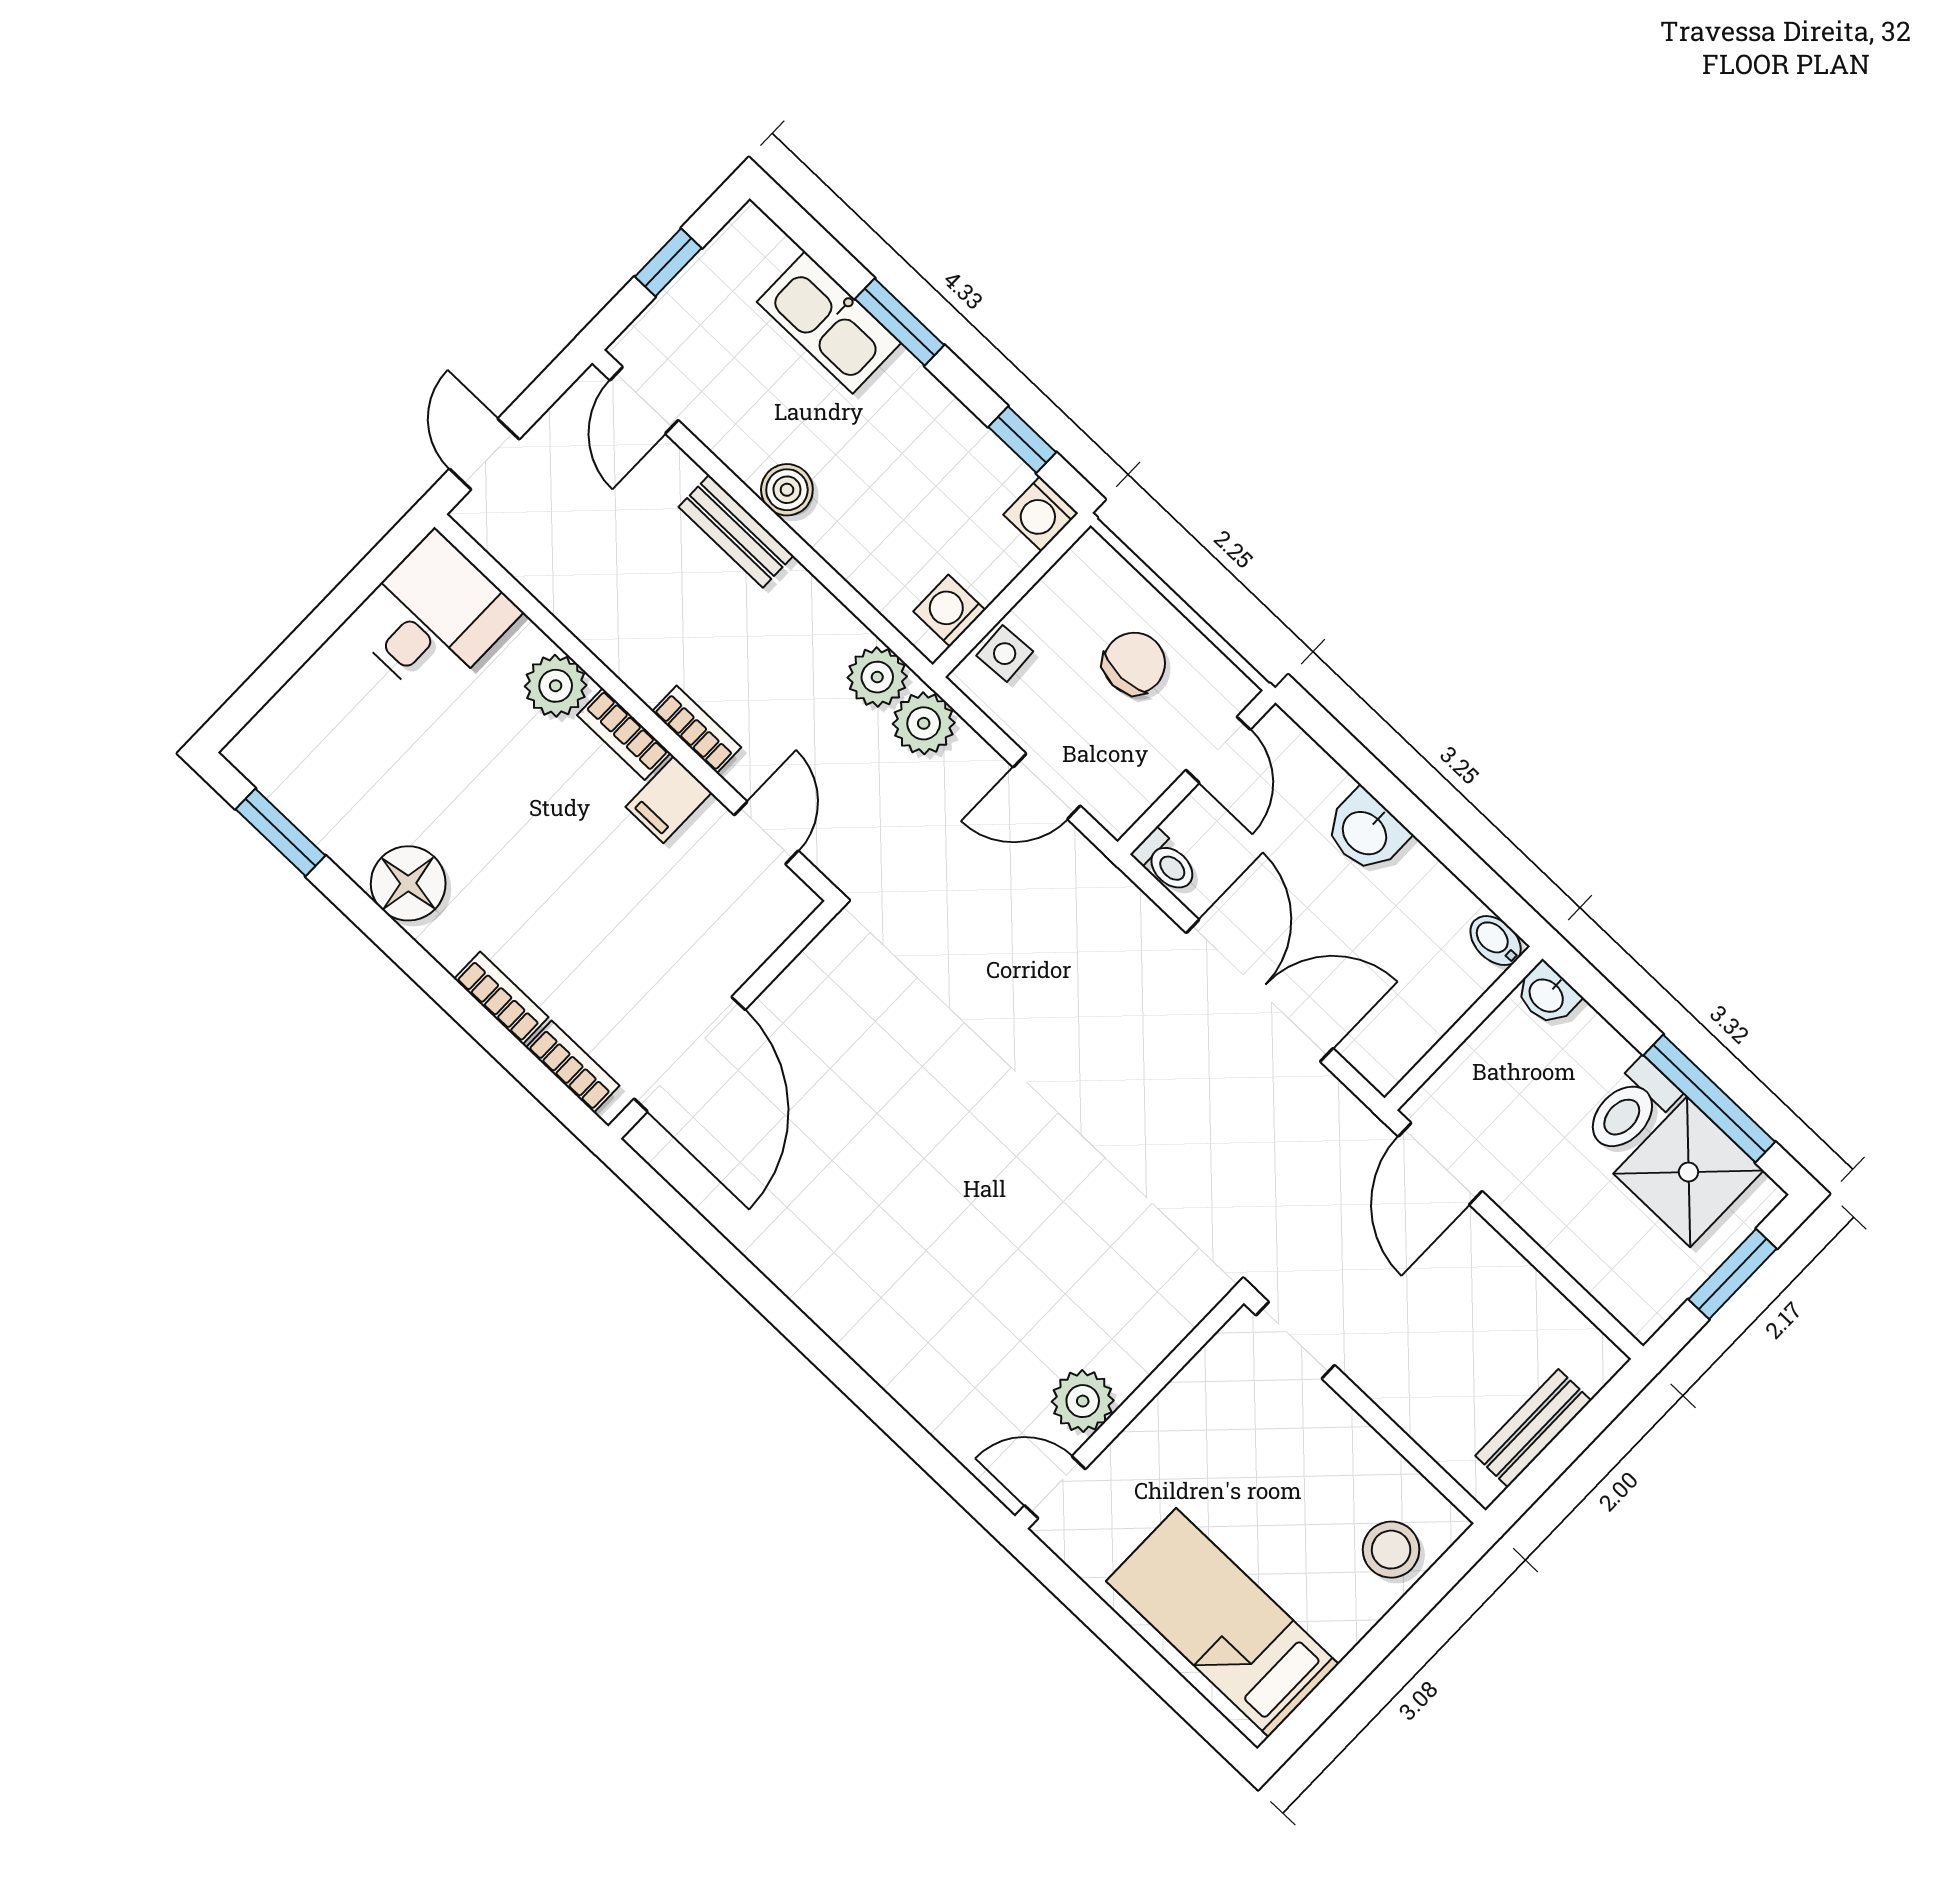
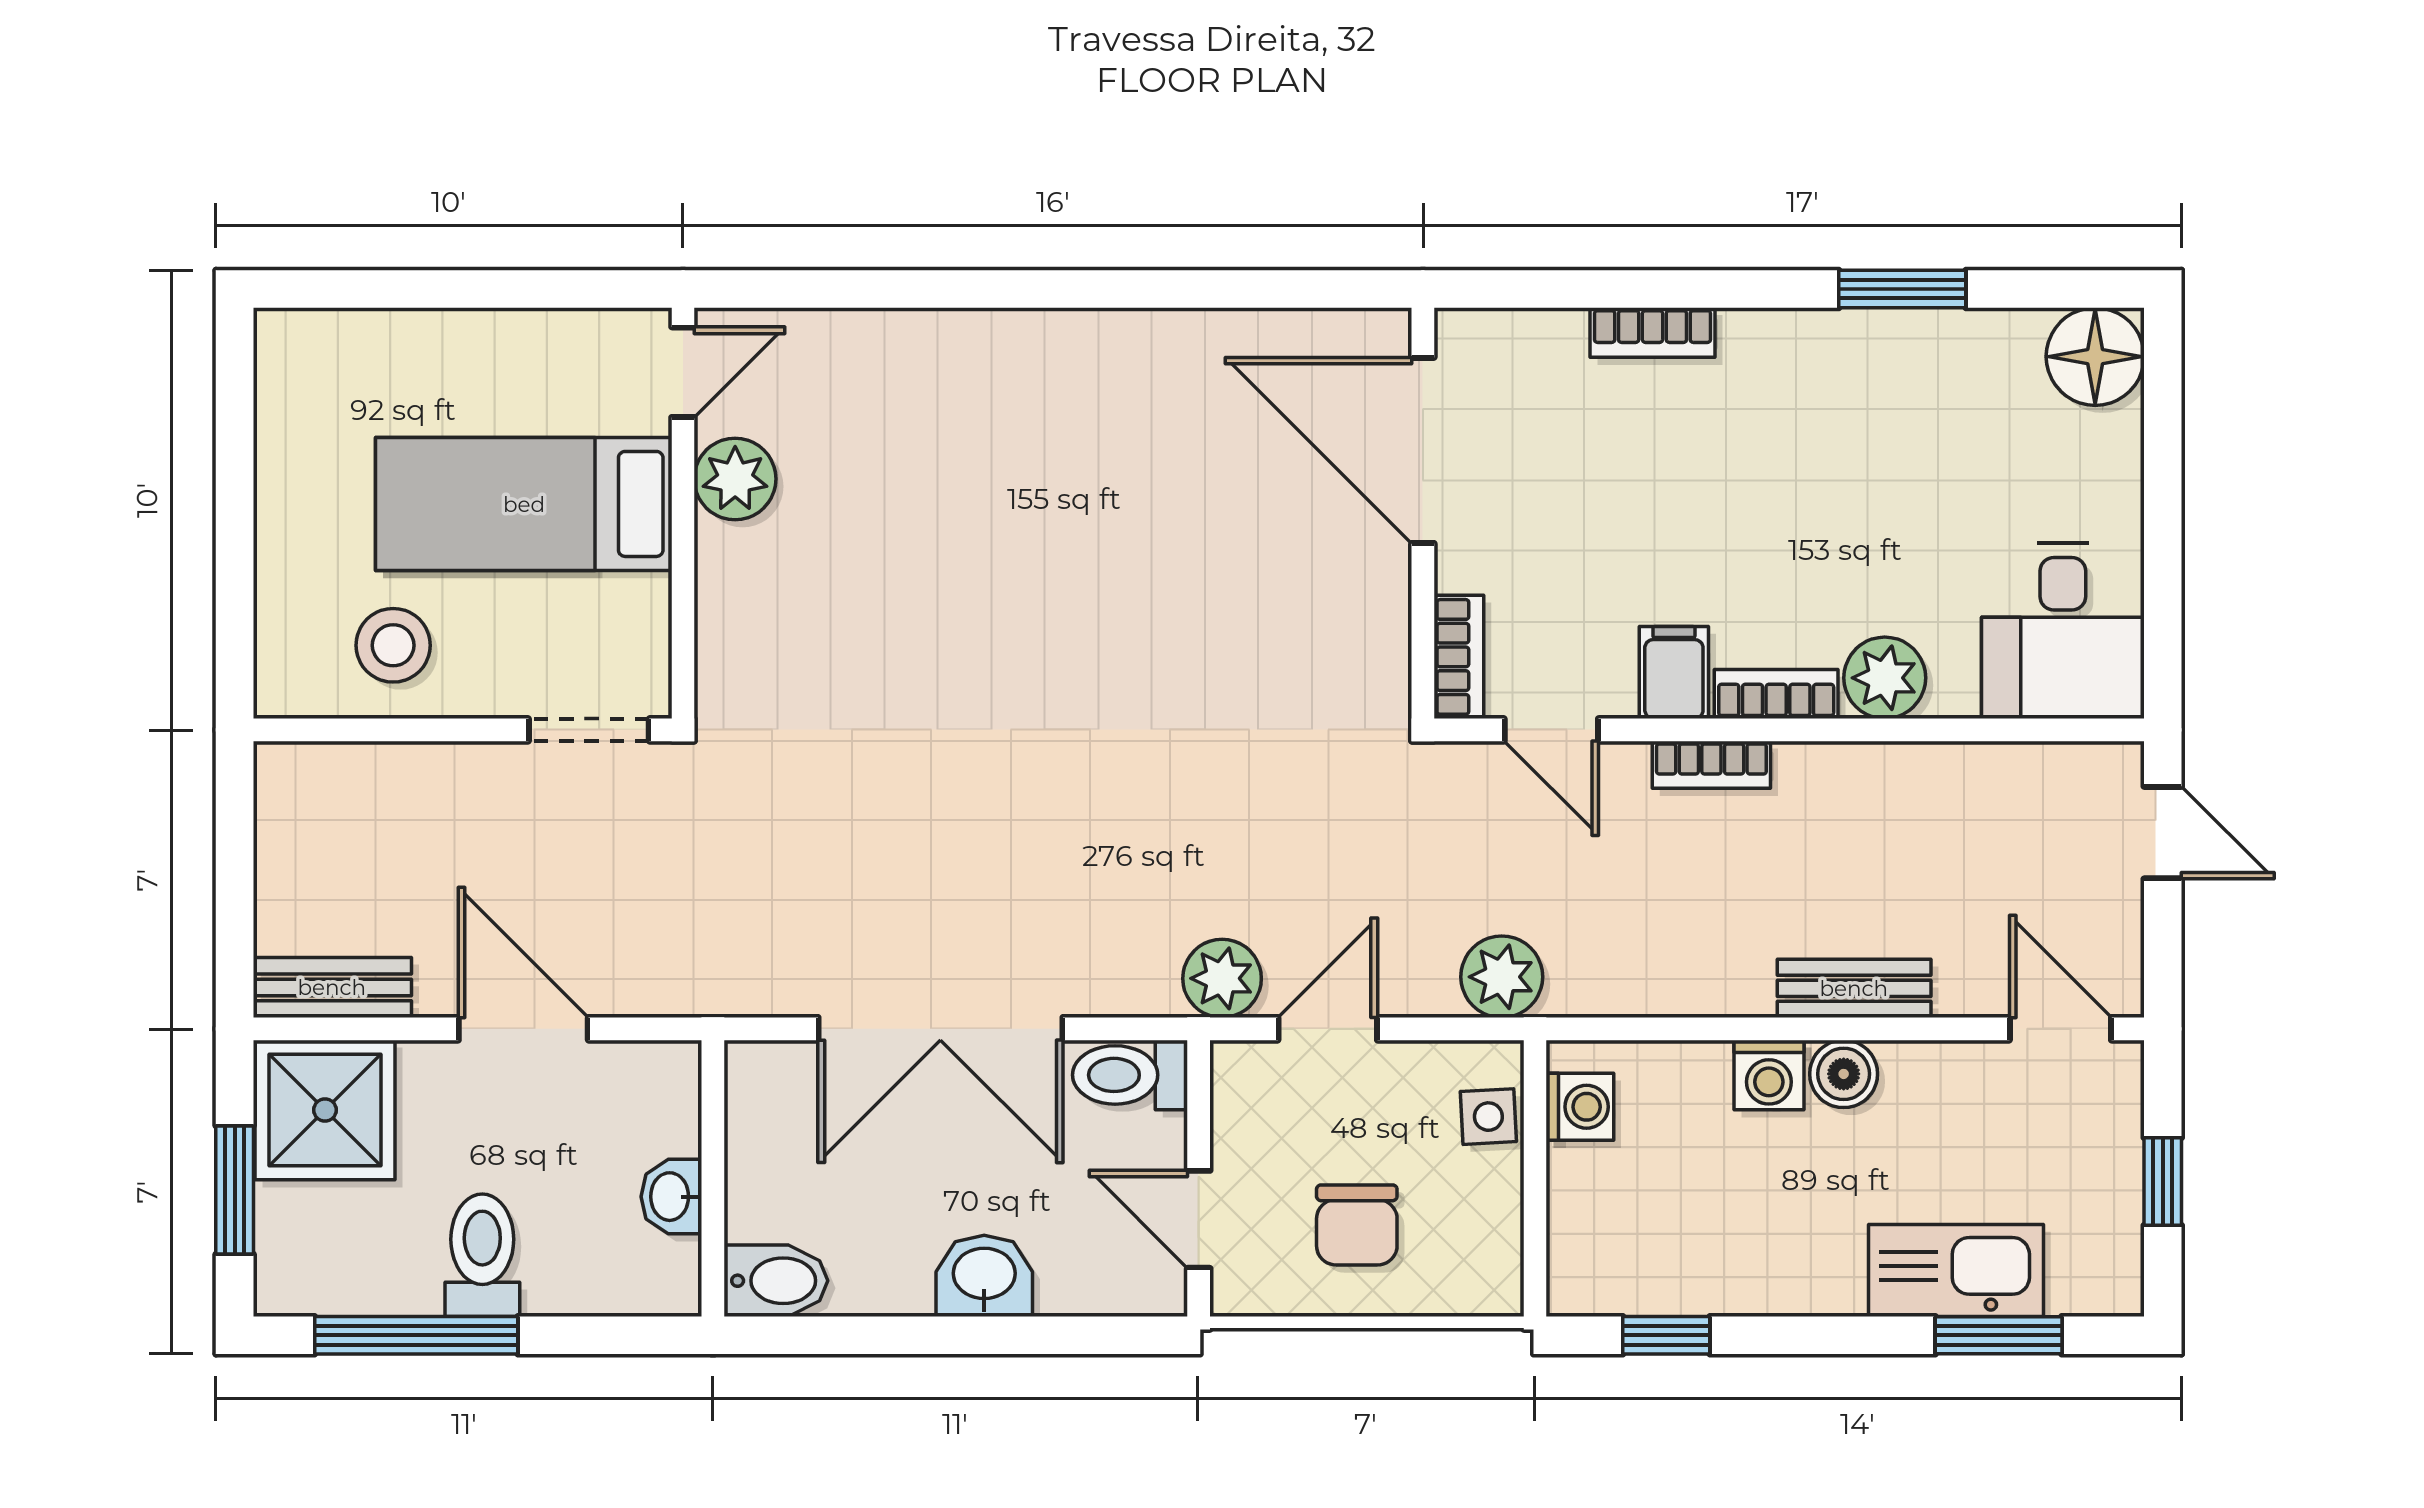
window: (900, 322) -> (1999, 1335), moved
washing machine: (1041, 514) -> (1769, 1075), moved, turned 180
plant: (877, 677) -> (1222, 978), moved
window: (281, 832) -> (1902, 289), moved
toilet: (1166, 862) -> (1130, 1075), width x1.37, depth x1.39
floor lamp: (408, 883) -> (2095, 357), moved
bidet: (1496, 941) -> (776, 1281), width x1.38, depth x1.36
washbasin: (1547, 995) -> (671, 1197), moved, turned -90
bookcase: (573, 1067) -> (1459, 657), moved, turned -90
door: (1440, 1164) -> (523, 1029), moved
shower: (1688, 1172) -> (325, 1110), moved
bench: (1533, 1428) -> (332, 987), moved, turned 90
stool: (1391, 1550) -> (393, 645), moved
bed: (1222, 1623) -> (524, 504), moved, turned 180

